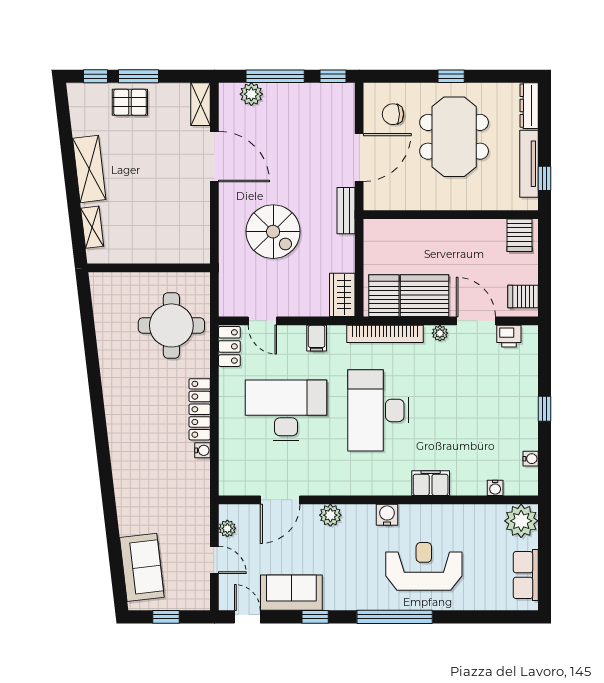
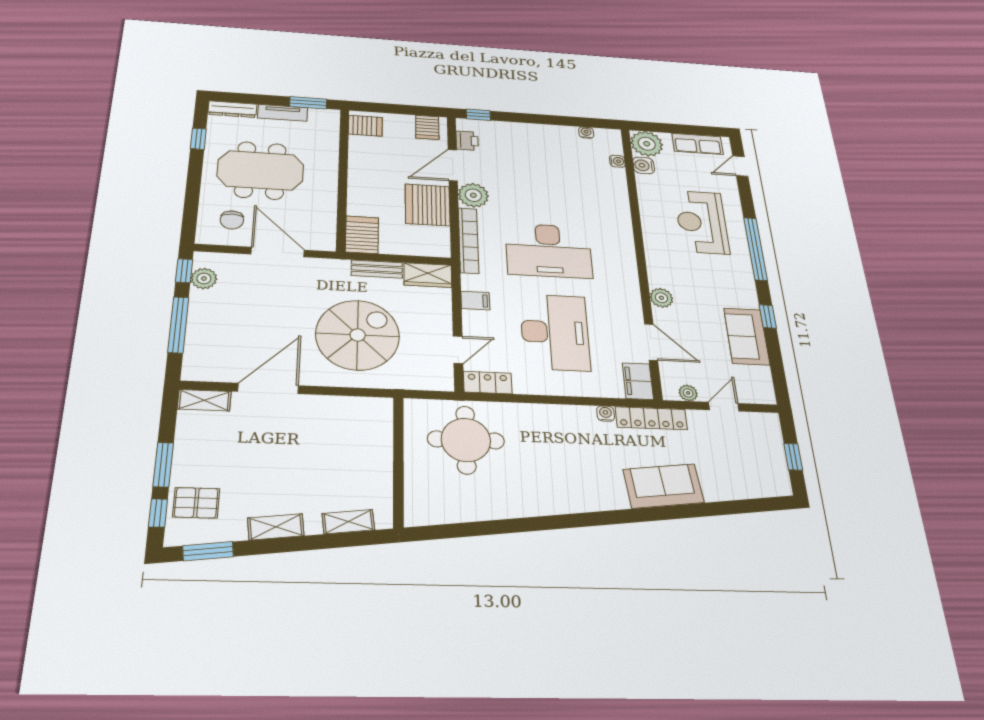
window: (451, 76) -> (198, 139), moved
plant: (251, 94) -> (204, 278), moved
pallet: (130, 102) -> (196, 503), moved, turned 90
window: (64, 118) -> (208, 551), added
tv unit: (529, 164) -> (283, 113), width x0.71
shelving: (89, 169) -> (276, 527), width x0.67, depth x0.75
window: (544, 178) -> (308, 103), width x1.50
bench: (346, 211) -> (377, 269), moved
spiral stairs: (273, 232) -> (358, 335), width x1.37, depth x1.37
server rack: (384, 296) -> (362, 235), moved, turned 90
plant: (440, 333) -> (473, 195), width x1.88, depth x1.88
locker: (200, 409) -> (651, 418), moved
window: (544, 409) -> (478, 115), moved
desk: (286, 410) -> (555, 332), turned 180
filing cabinet: (431, 483) -> (638, 381), moved
water cooler: (387, 515) -> (644, 165), moved
sofa: (142, 567) -> (663, 486), moved
door: (247, 617) -> (740, 166), moved

